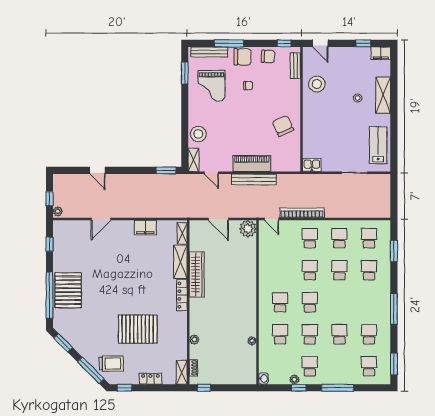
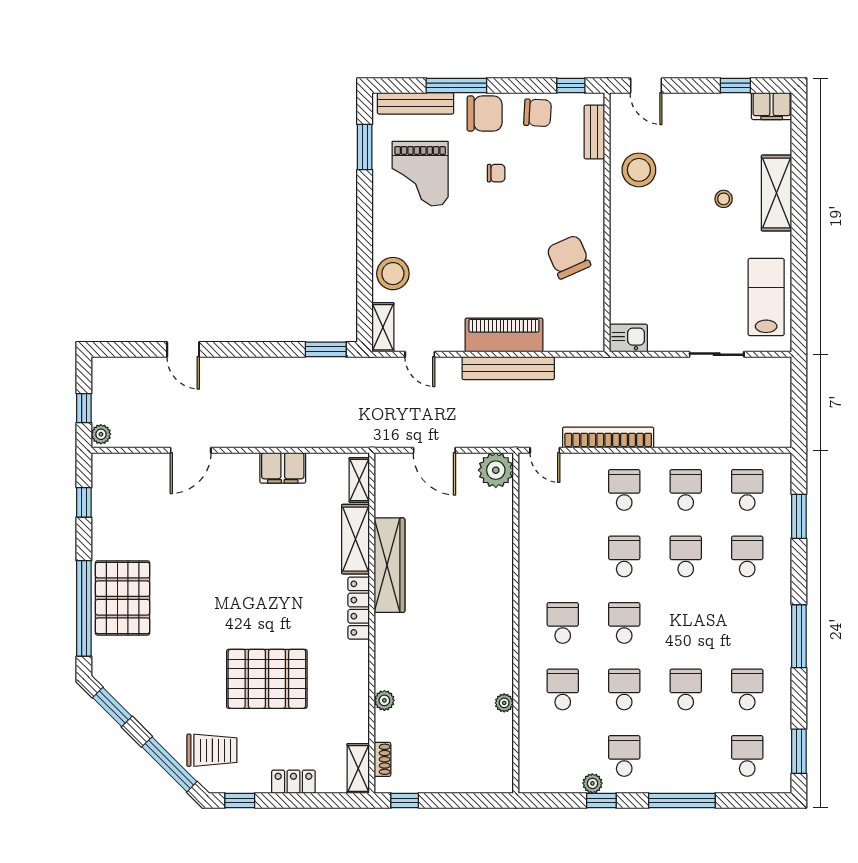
washbasin: (263, 378) -> (528, 781), removed

